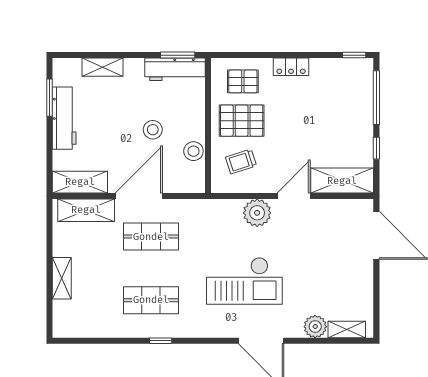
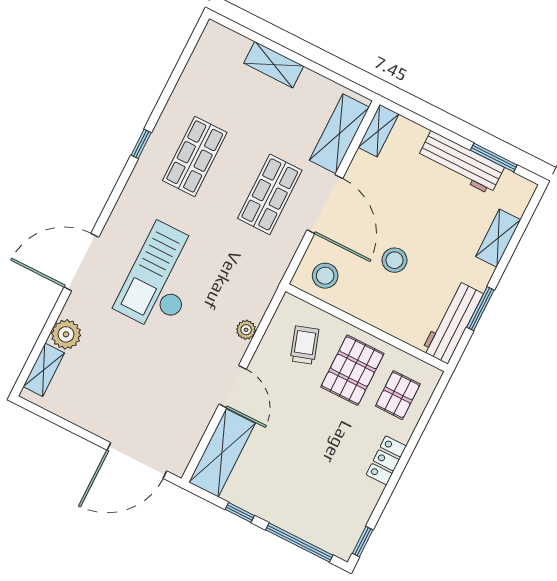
window: (178, 55) -> (480, 309), moved
stool: (193, 151) -> (325, 276), moved
shelving: (80, 182) -> (378, 131), width x0.67, depth x0.75
plant: (257, 213) -> (246, 330), width x0.53, depth x0.53

